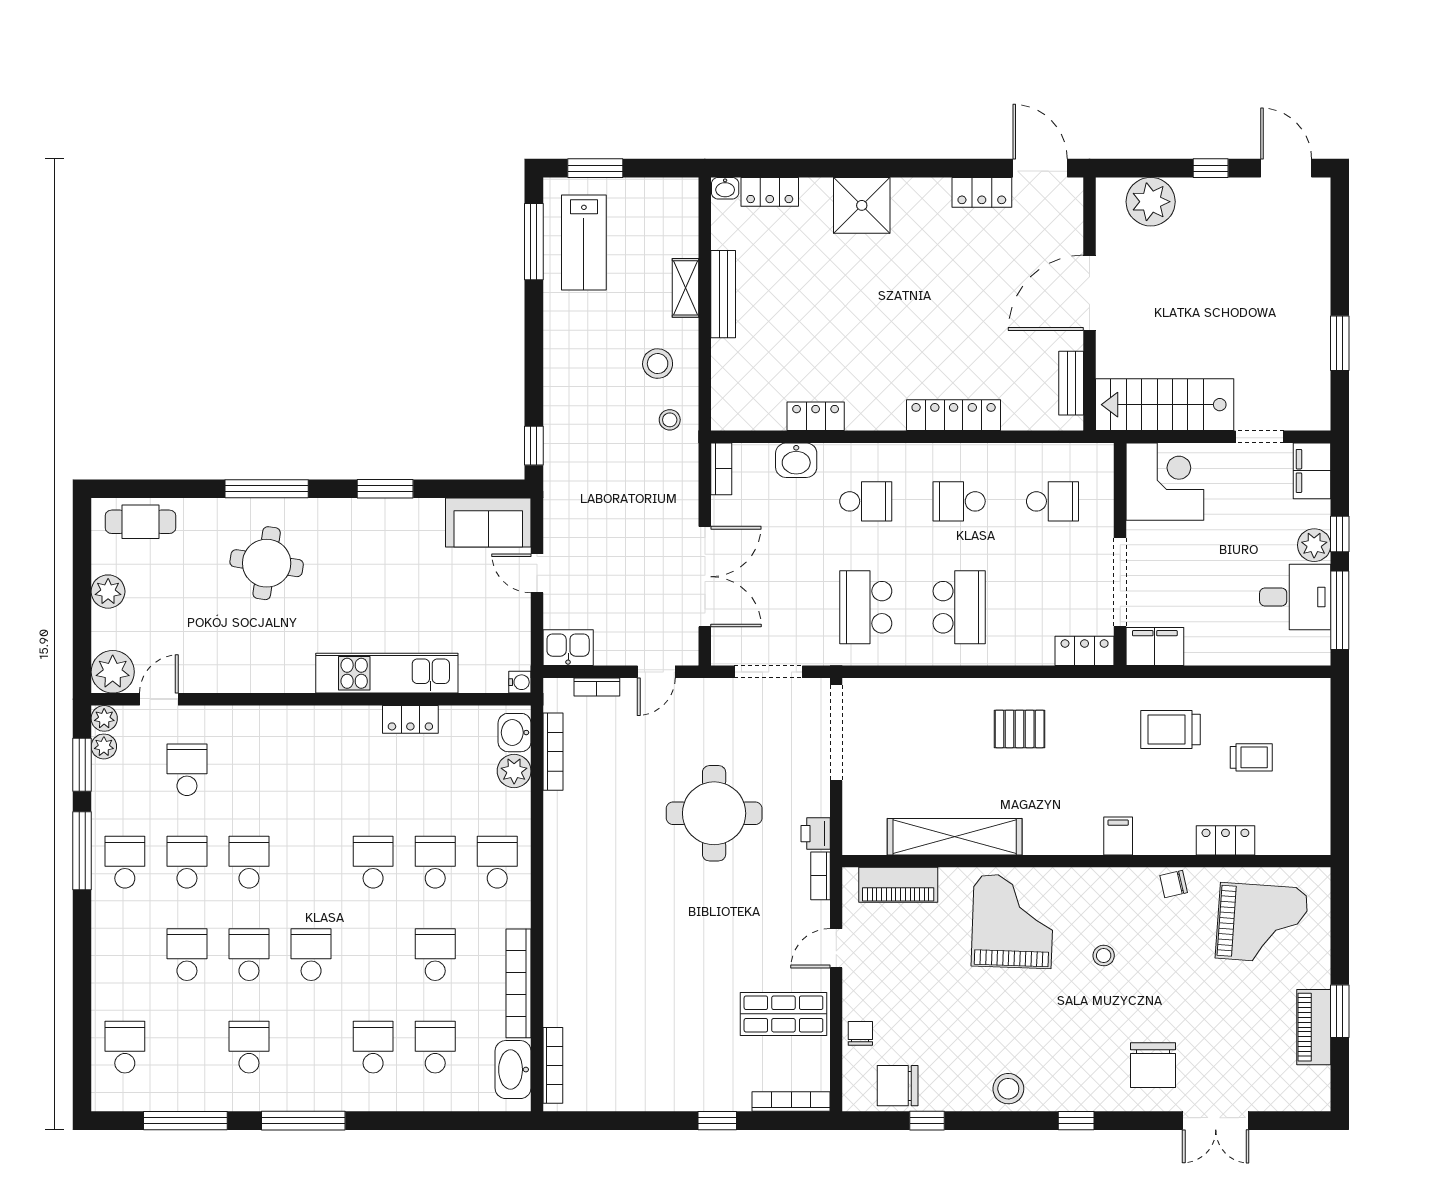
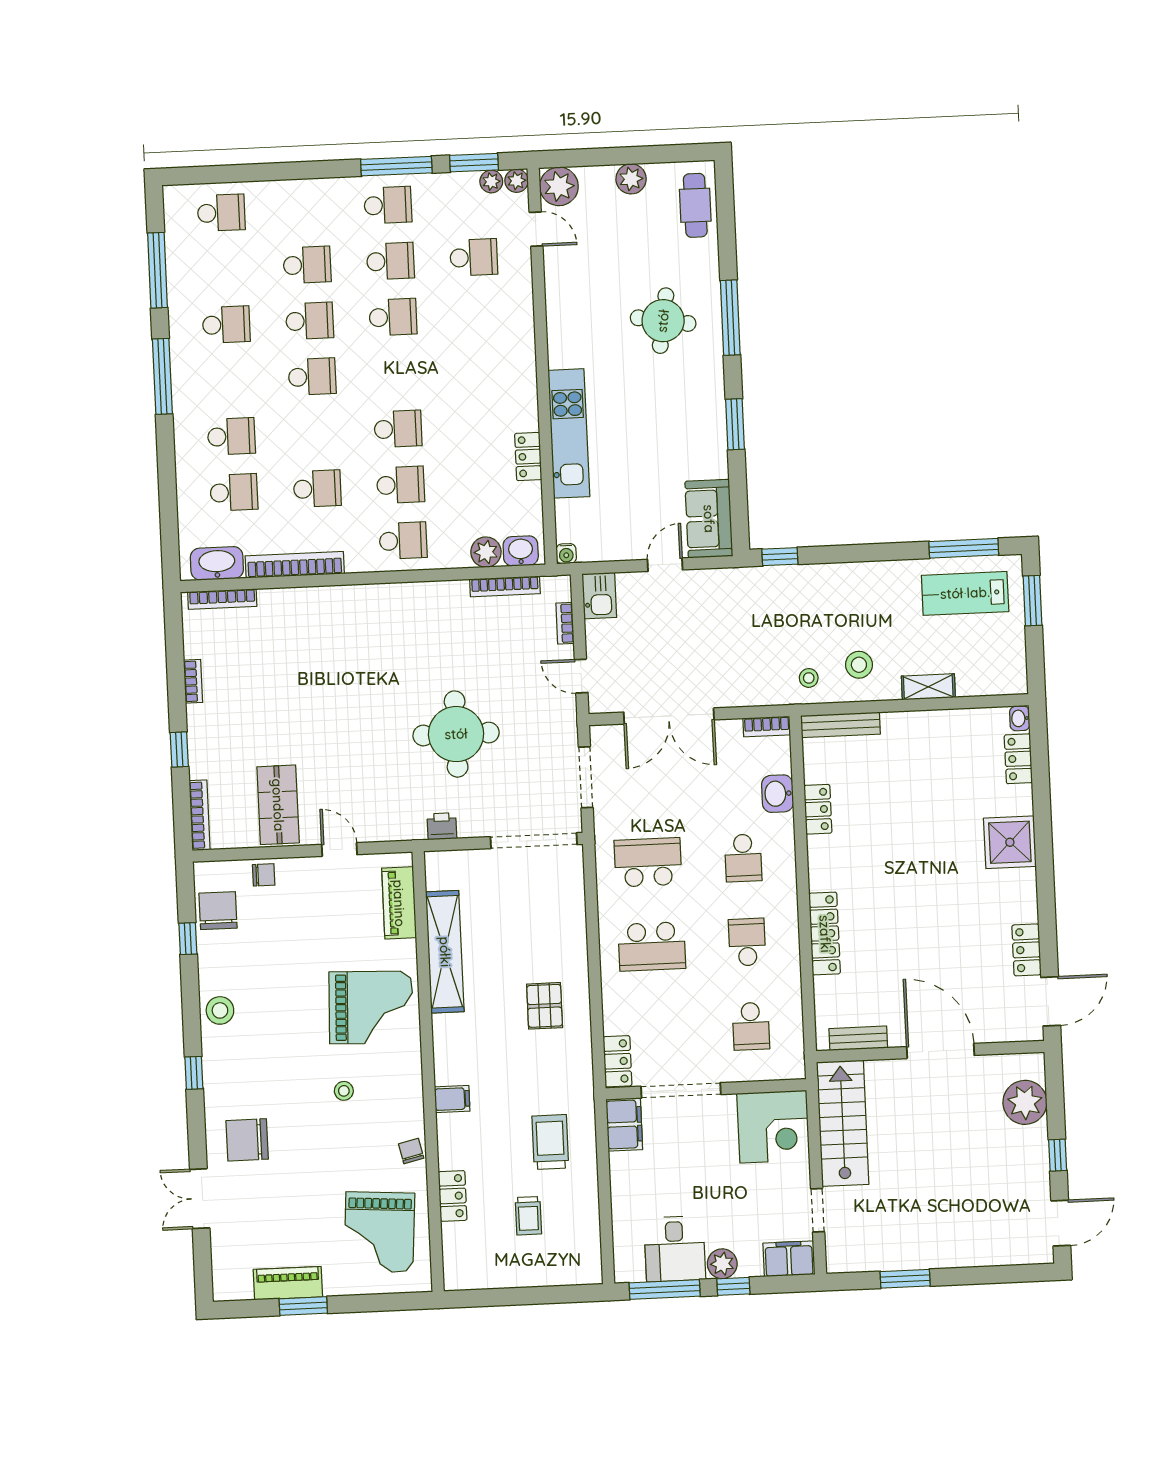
bench: (723, 294) -> (841, 725), moved
bookcase: (820, 876) -> (193, 681), moved, turned 90

